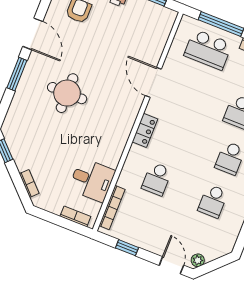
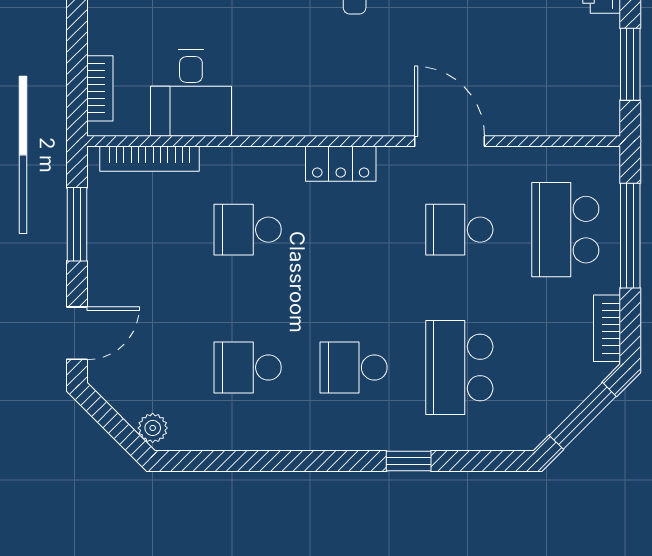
door: (153, 82) -> (450, 141), hinge flipped
school desk: (191, 93) -> (459, 230), added
window: (127, 248) -> (77, 224), width x1.50
plant: (198, 260) -> (153, 428), moved

